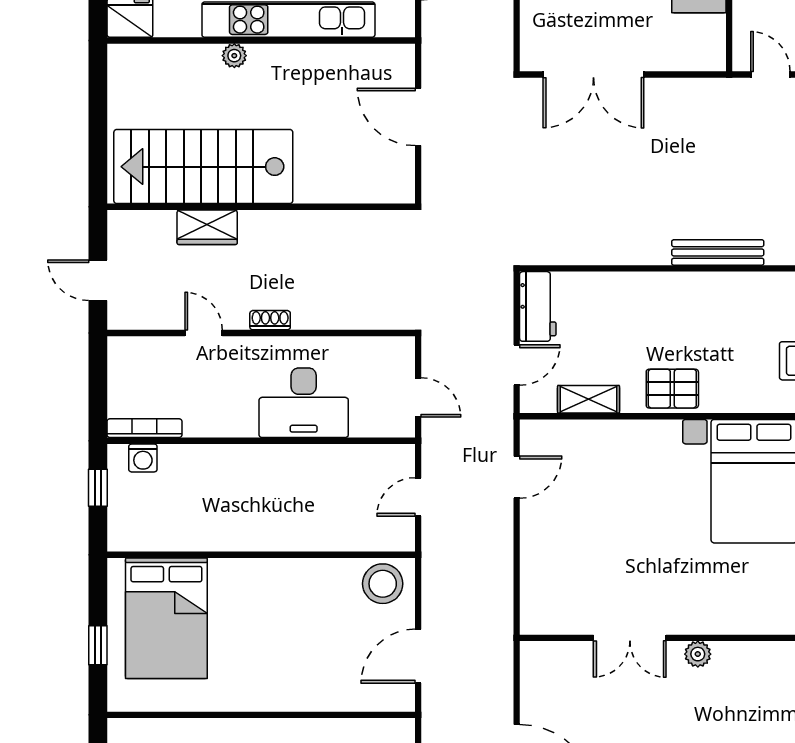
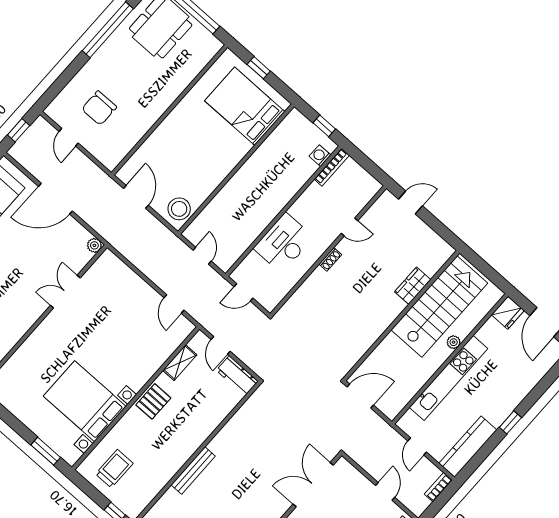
stairs: (203, 167) -> (439, 307), moved
wall: (261, 207) -> (401, 316), moved
wardrobe: (207, 227) -> (413, 286), moved
plant: (698, 654) -> (94, 245), moved

